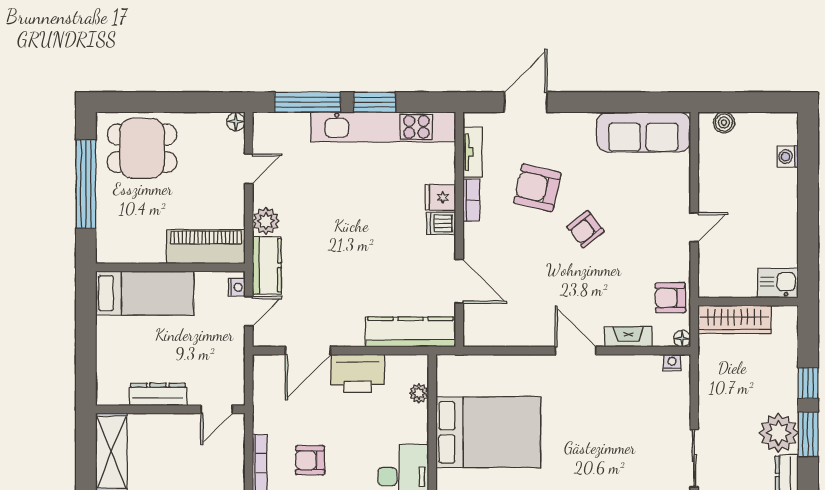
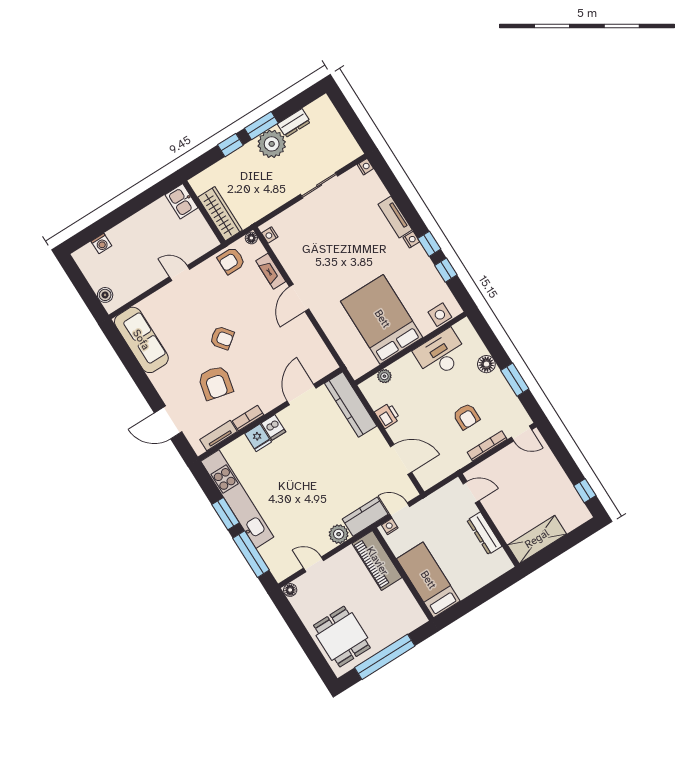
armchair: (670, 298) -> (231, 261), turned 91
printer: (358, 373) -> (387, 416), width x0.53, depth x0.68

